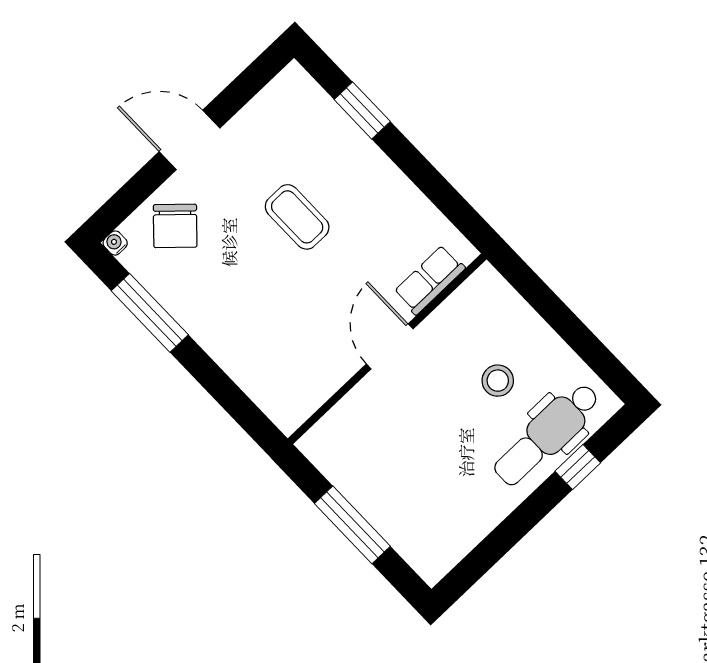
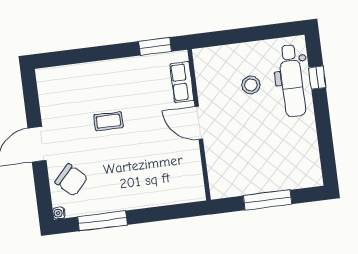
window: (362, 110) -> (155, 46), moved
coffee table: (297, 217) -> (108, 121), width x0.73, depth x0.77

